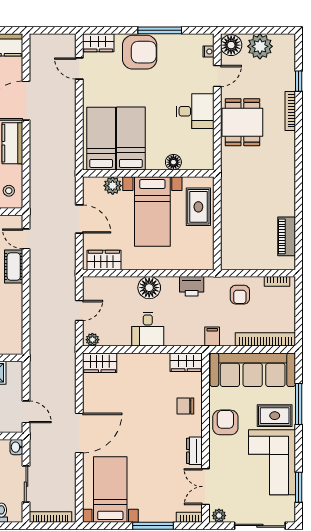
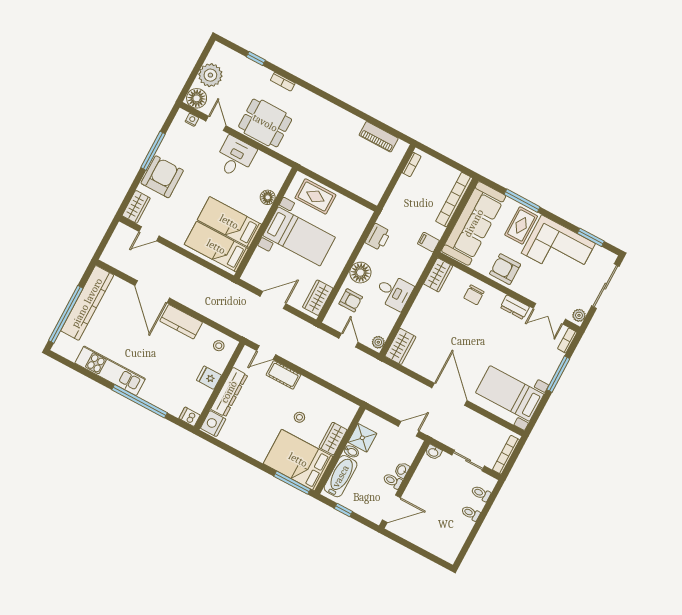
bookcase: (290, 111) -> (283, 82), width x0.64
plant: (113, 186) -> (260, 258), removed
armchair: (240, 295) -> (351, 300), moved

